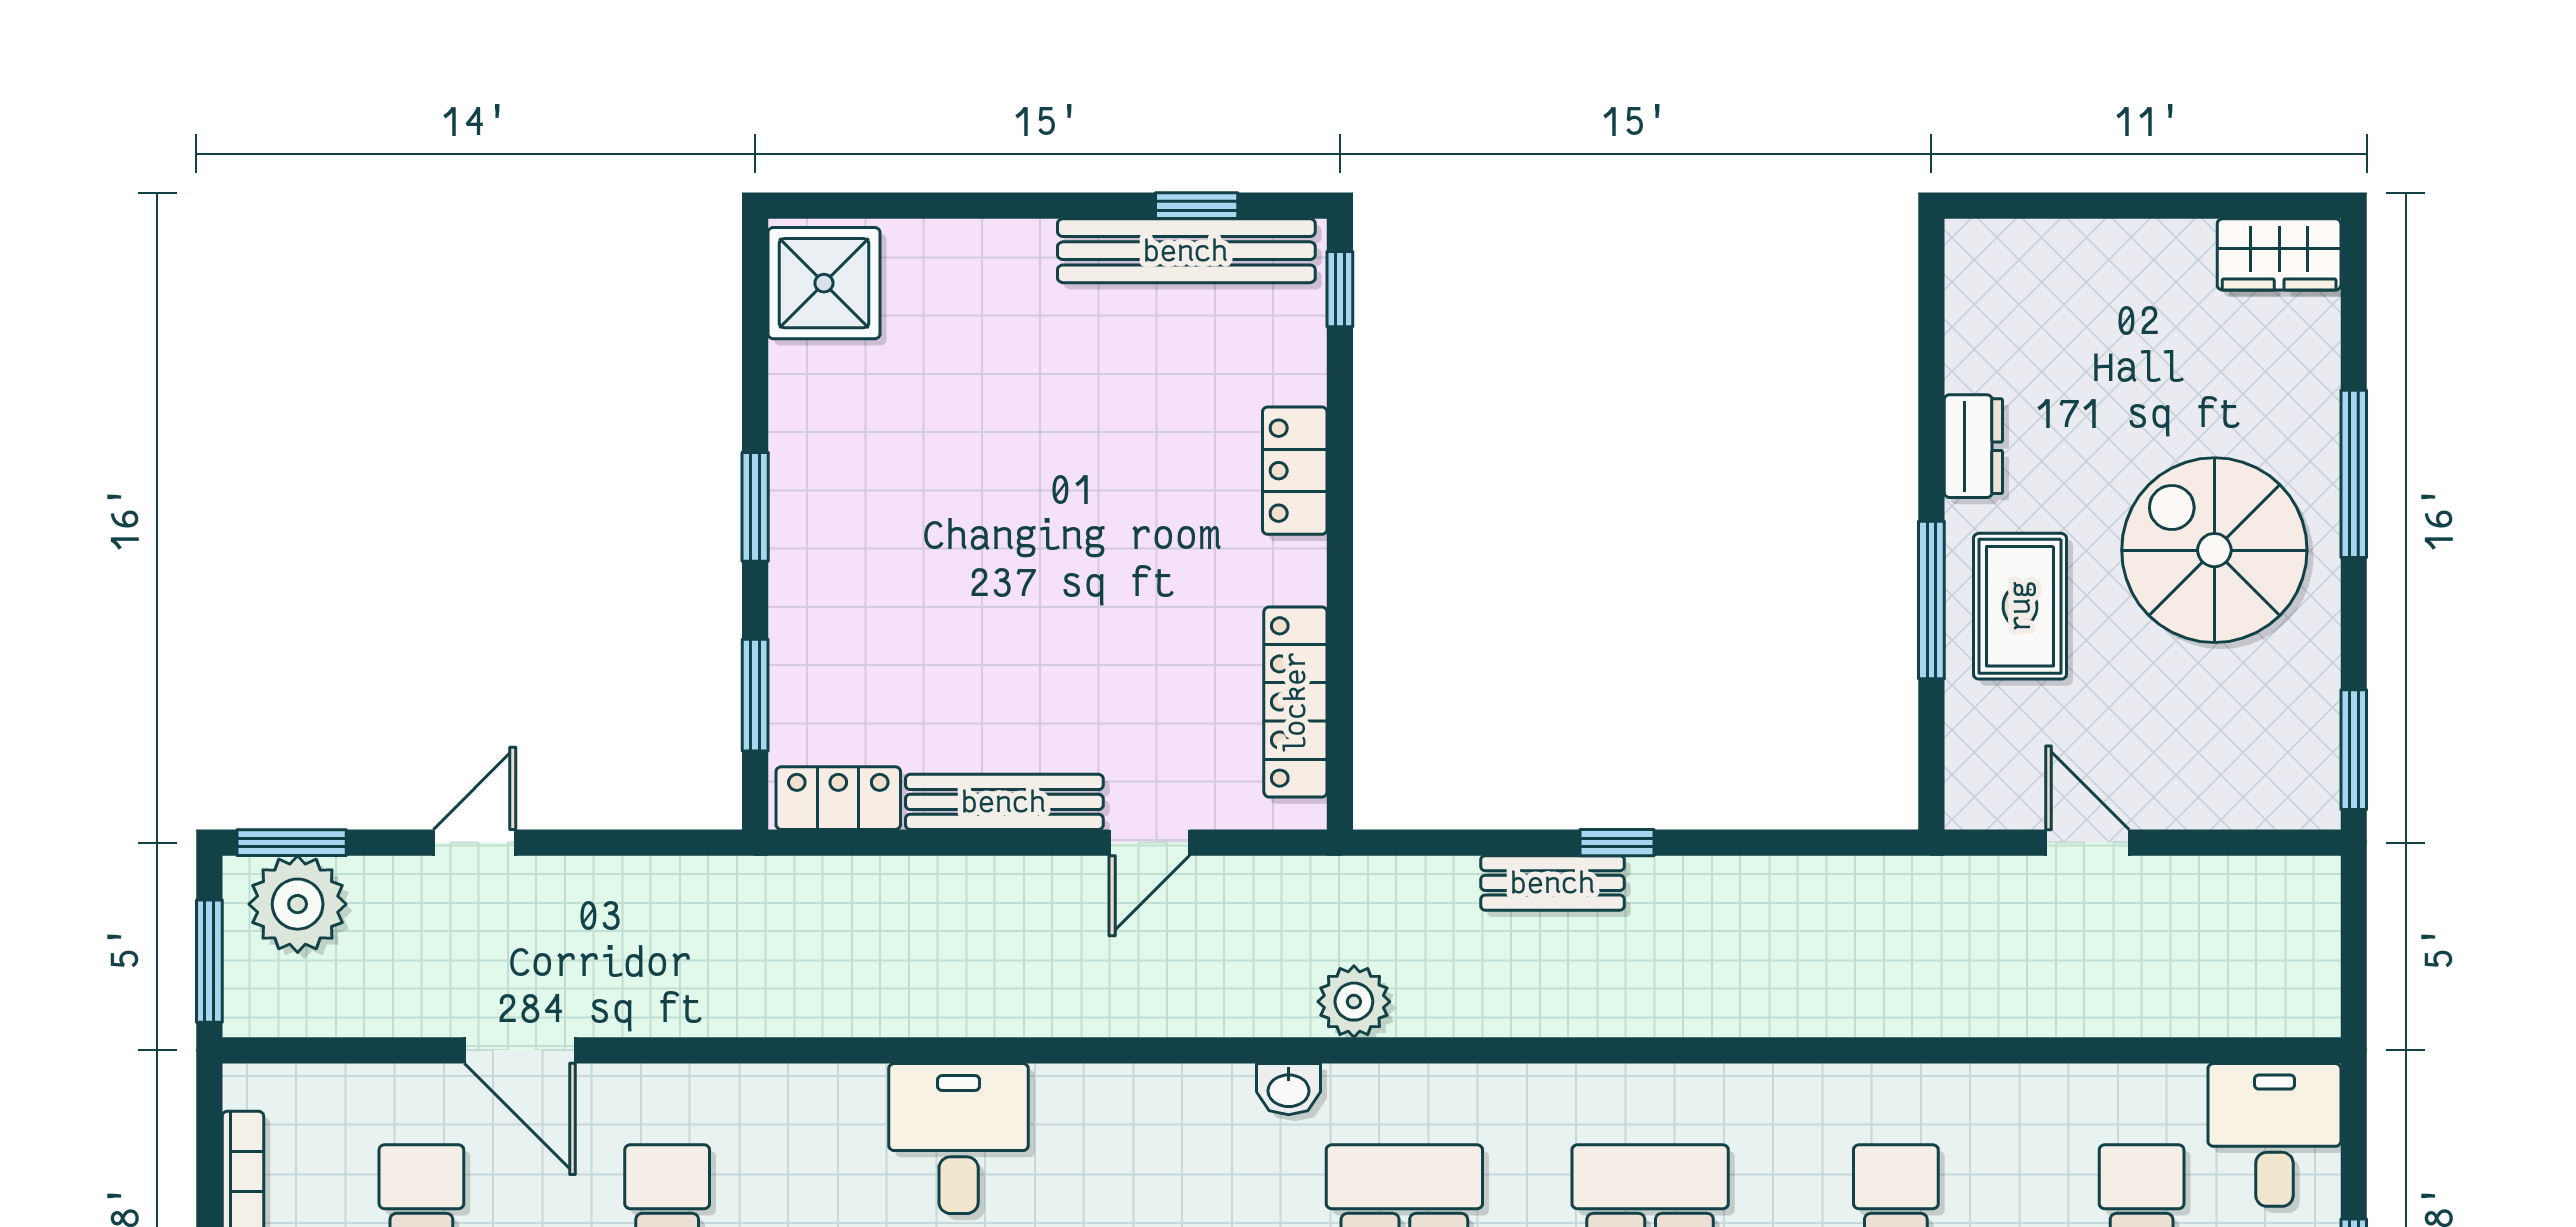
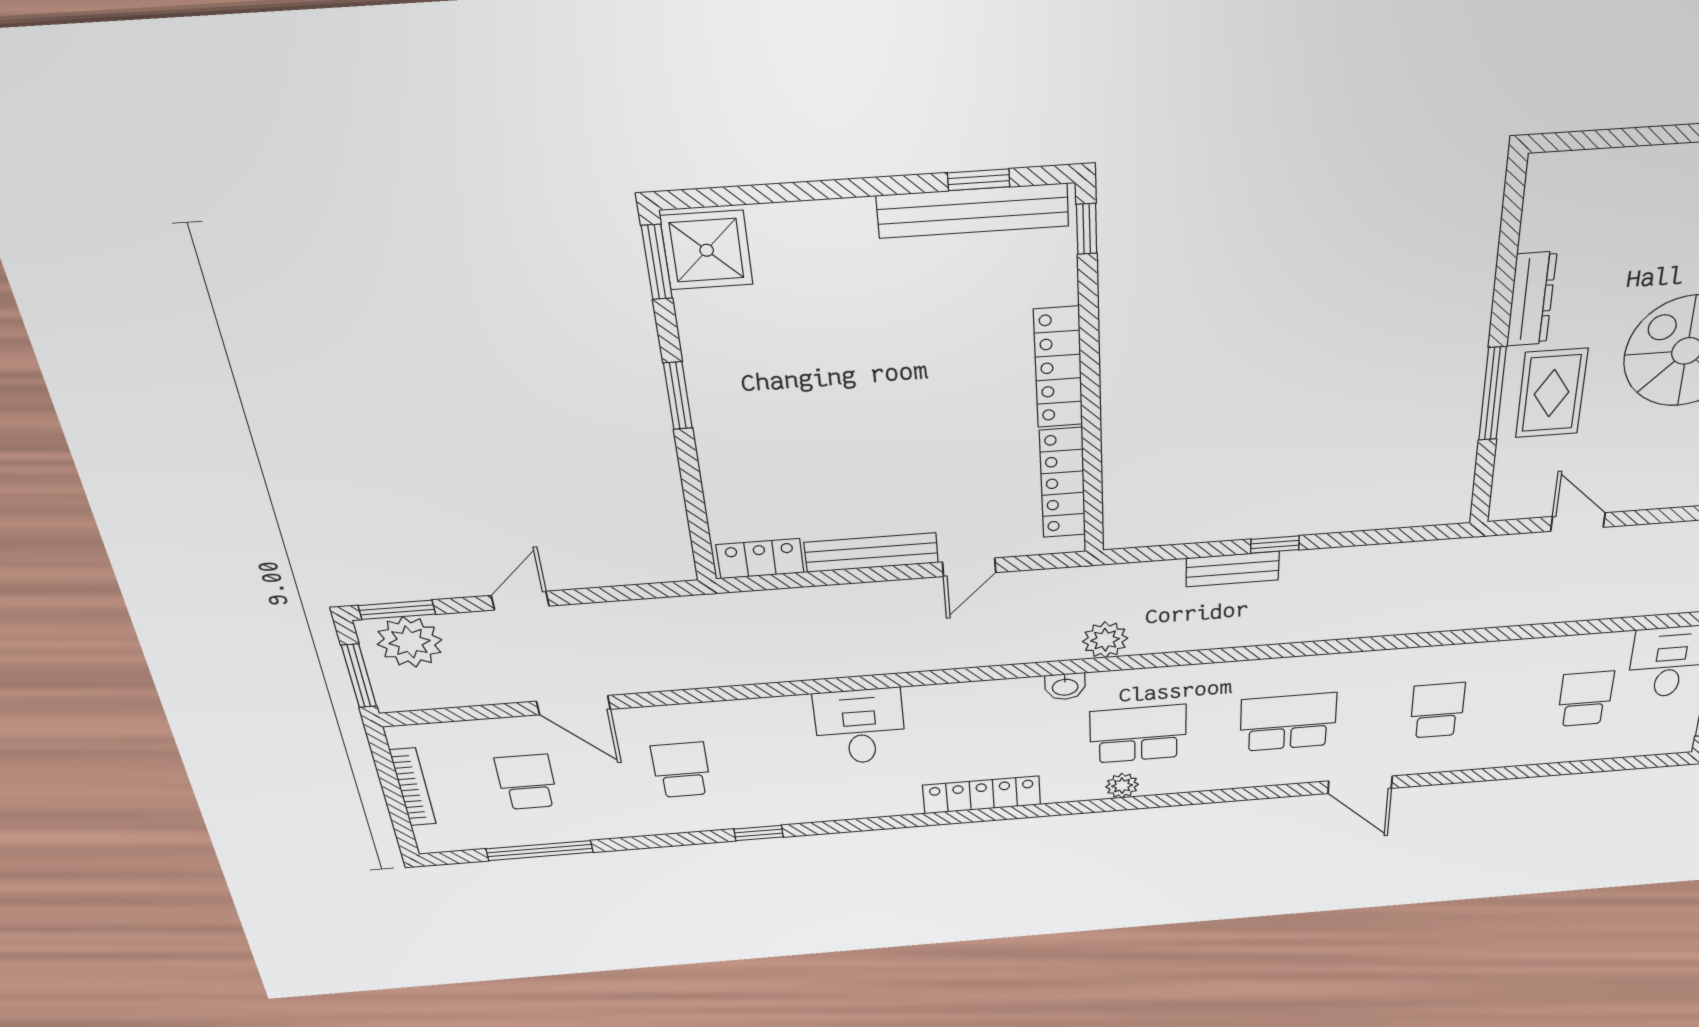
dresser: (1973, 446) -> (1531, 299), width x1.44
locker: (1295, 471) -> (1058, 368), width x1.53
window: (755, 695) -> (657, 262), moved

